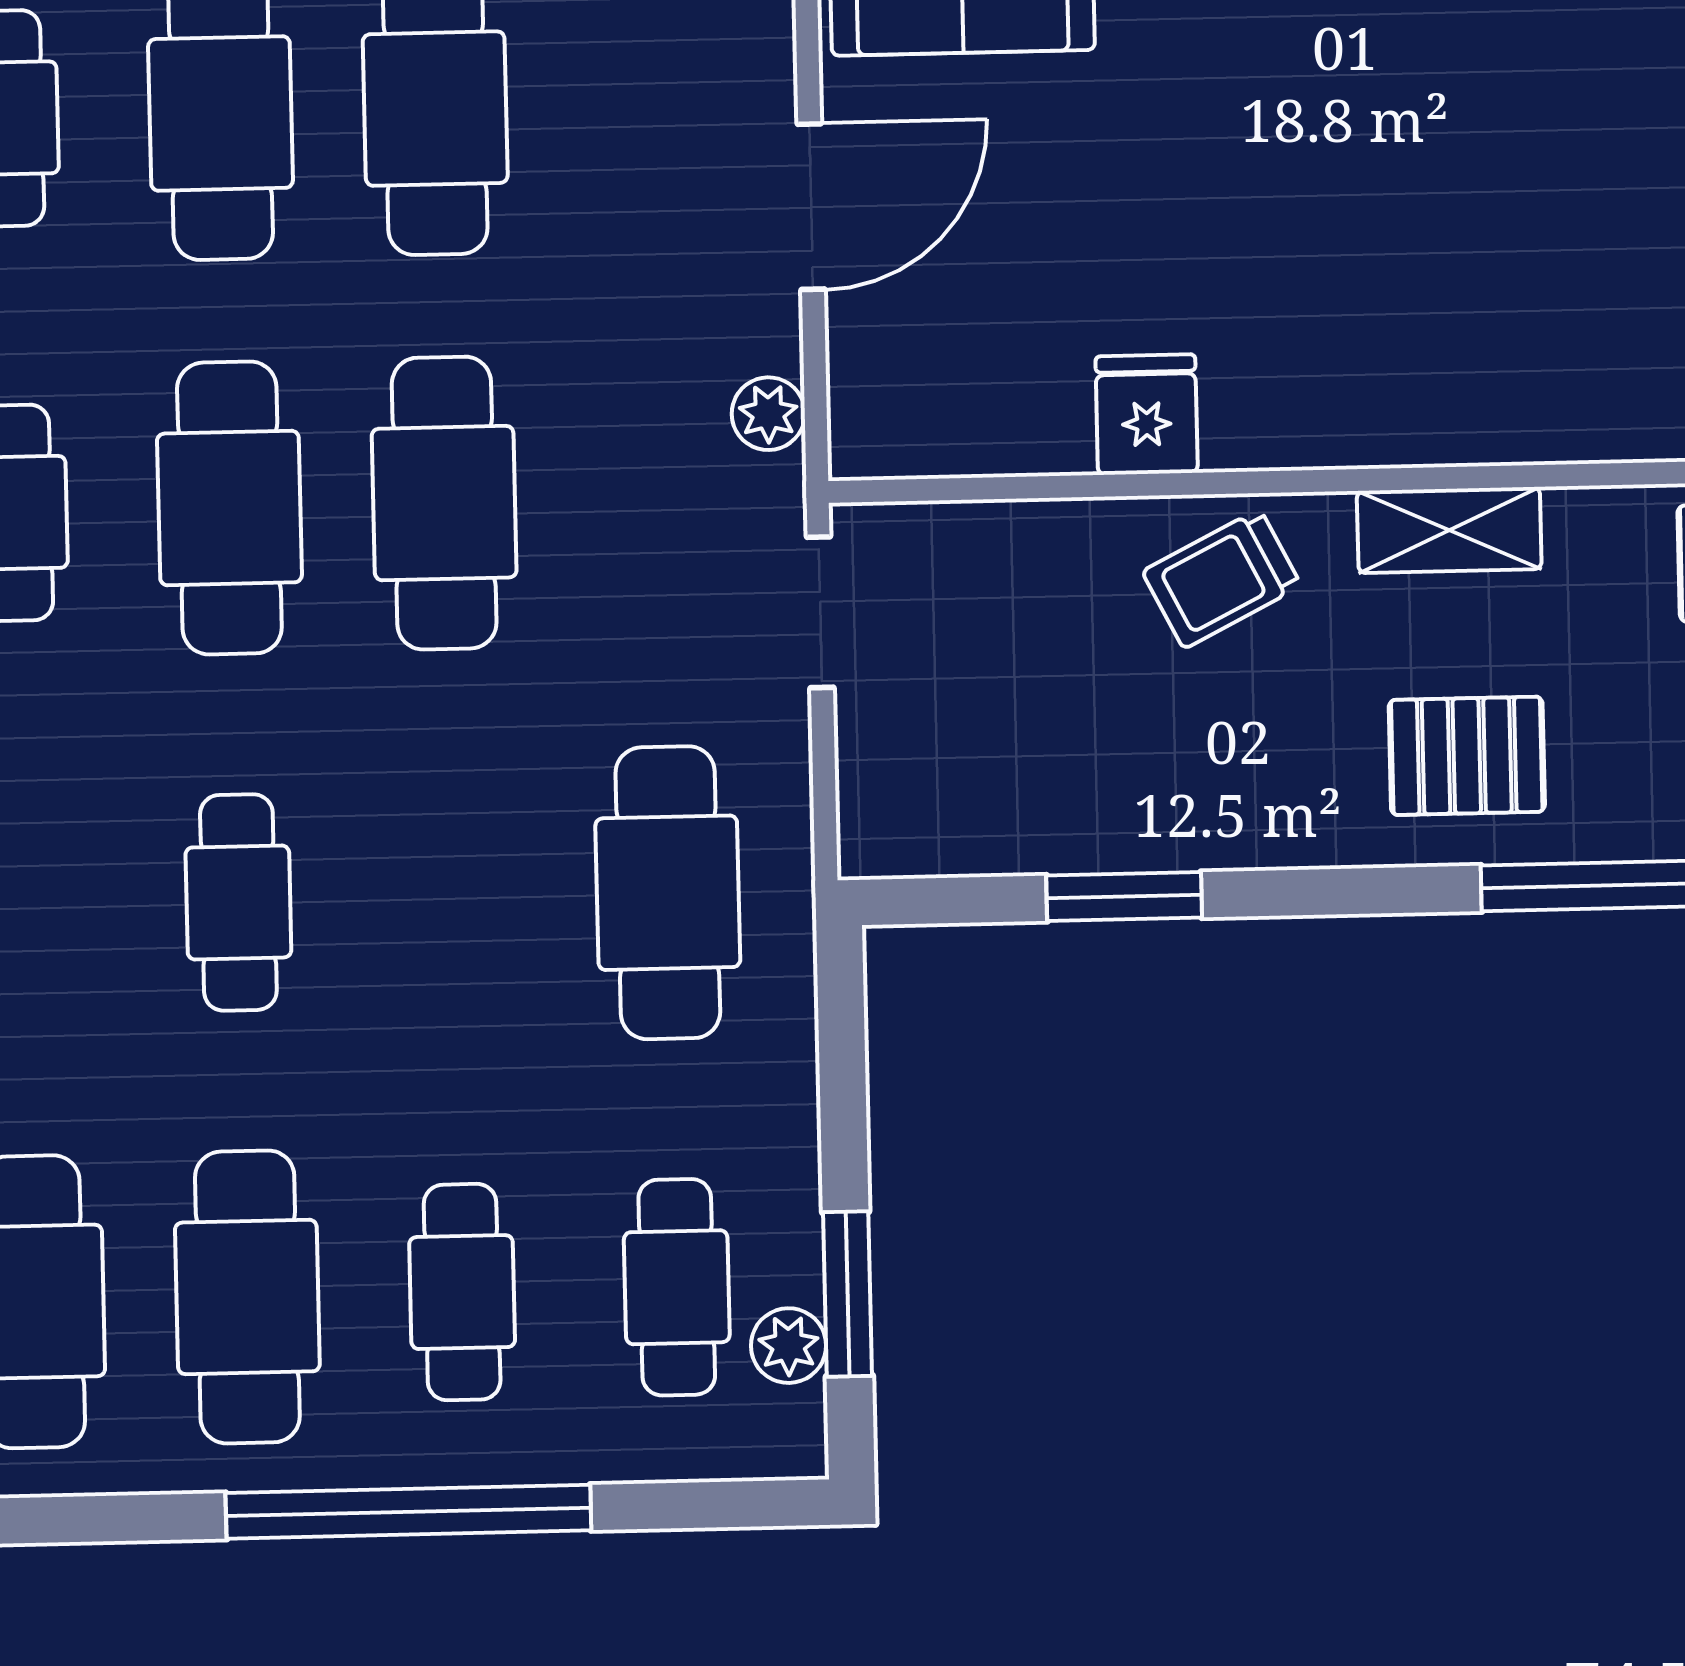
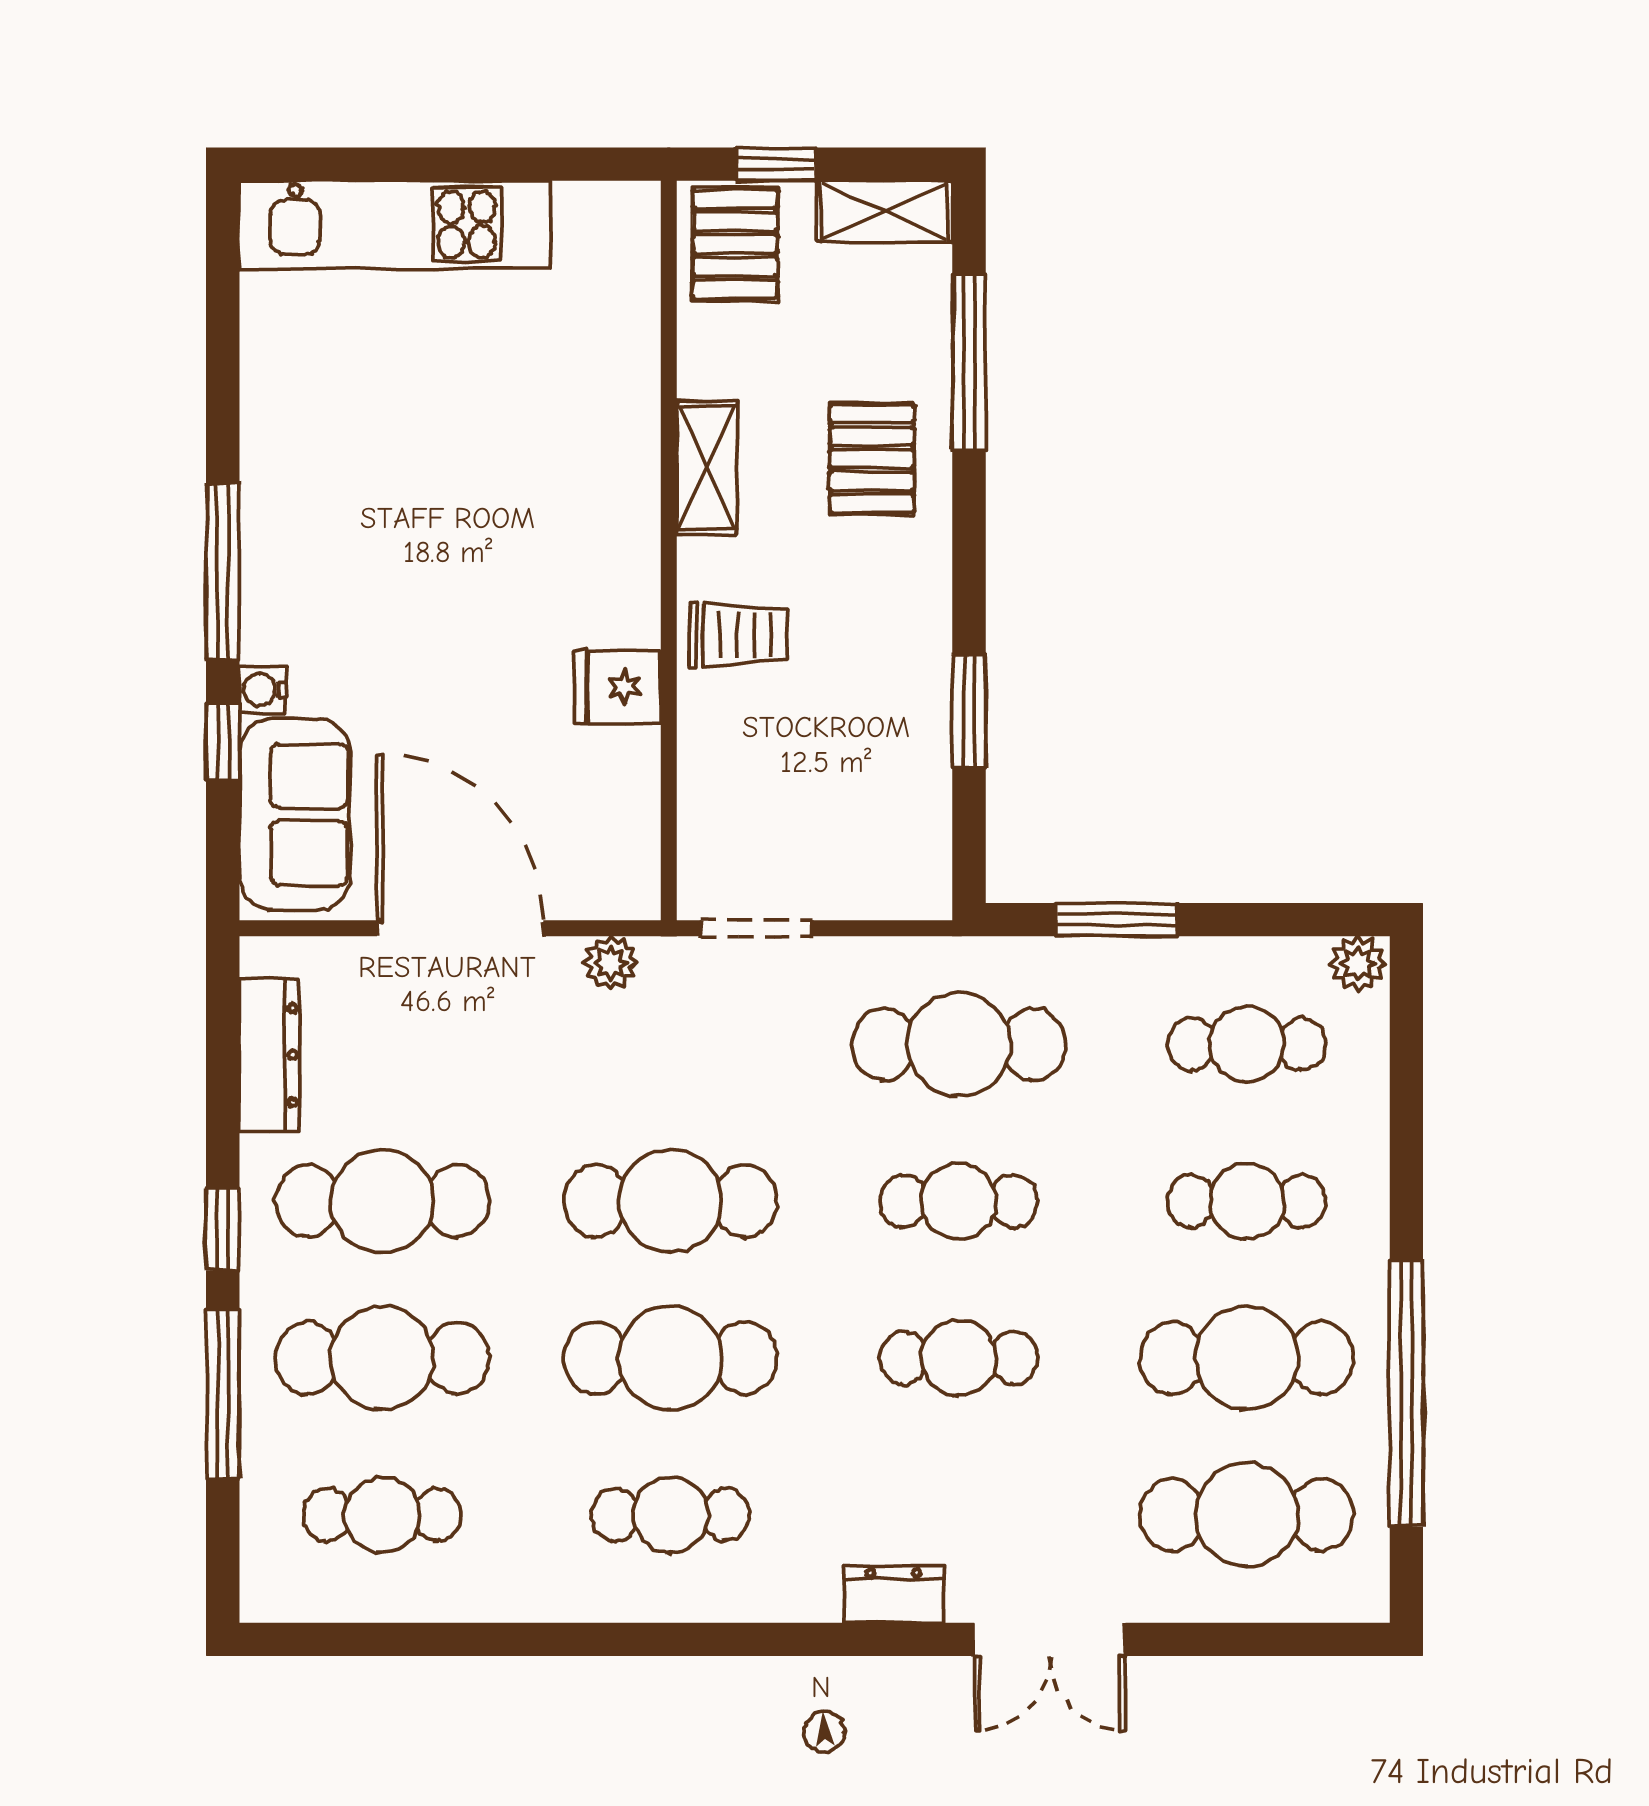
door: (811, 207) -> (460, 928), width x1.36
trolley: (1222, 579) -> (739, 635), turned -63
cafe table: (453, 898) -> (959, 1201), added
window: (848, 1294) -> (1117, 920), moved
plant: (789, 1346) -> (1358, 964), moved
window: (408, 1512) -> (1406, 1393), moved

